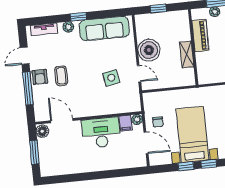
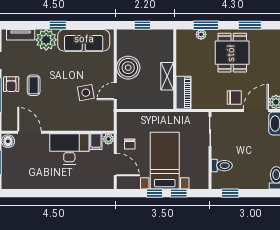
plant: (68, 27) -> (46, 40), width x1.88, depth x1.88
piano: (200, 36) -> (184, 93), moved
door: (139, 74) -> (115, 91), swing flipped

